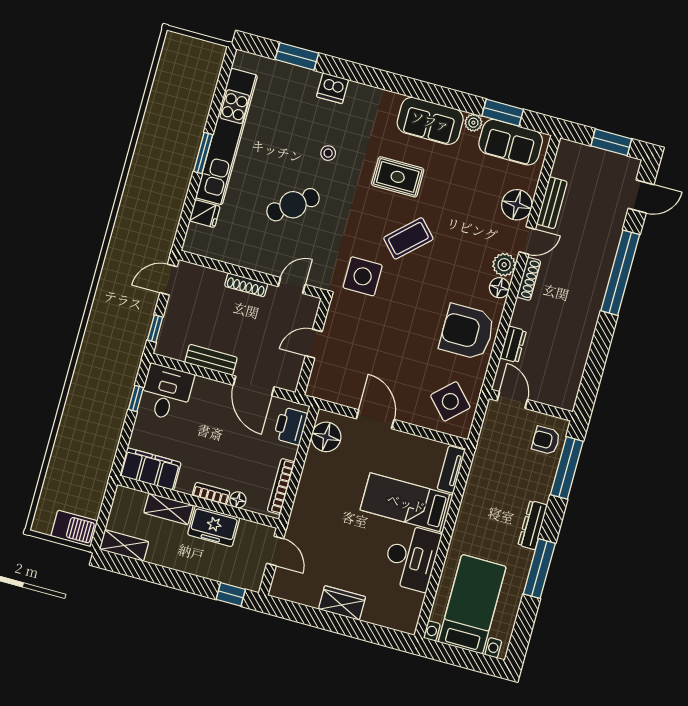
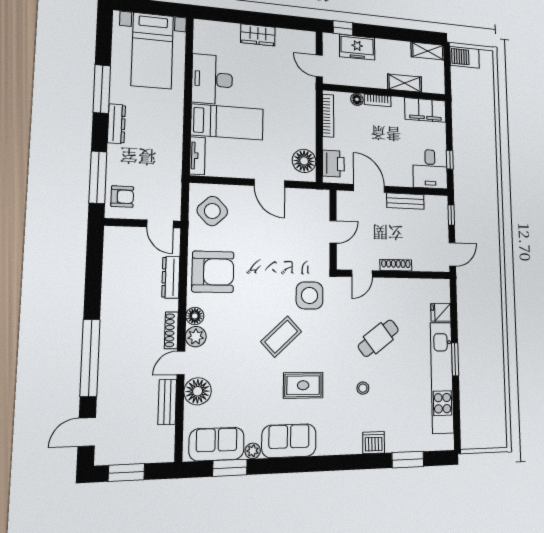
dresser: (513, 344) -> (171, 277), width x1.44
freezer: (214, 526) -> (357, 47), moved, turned 180

